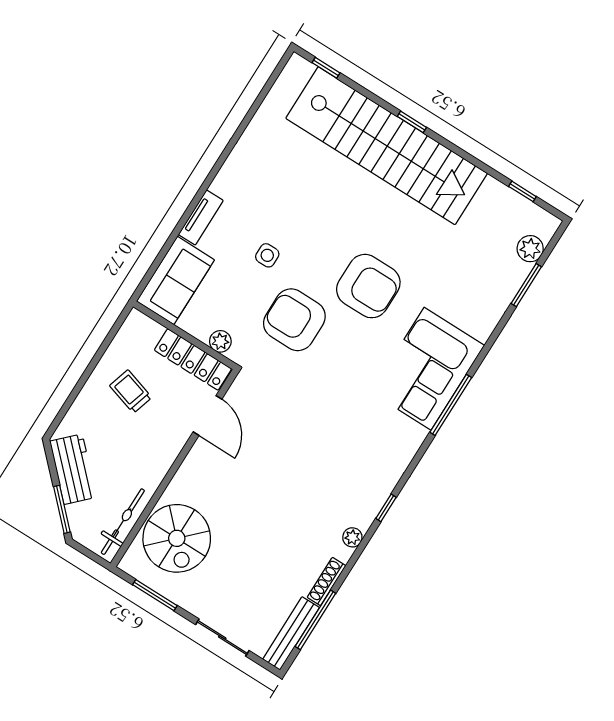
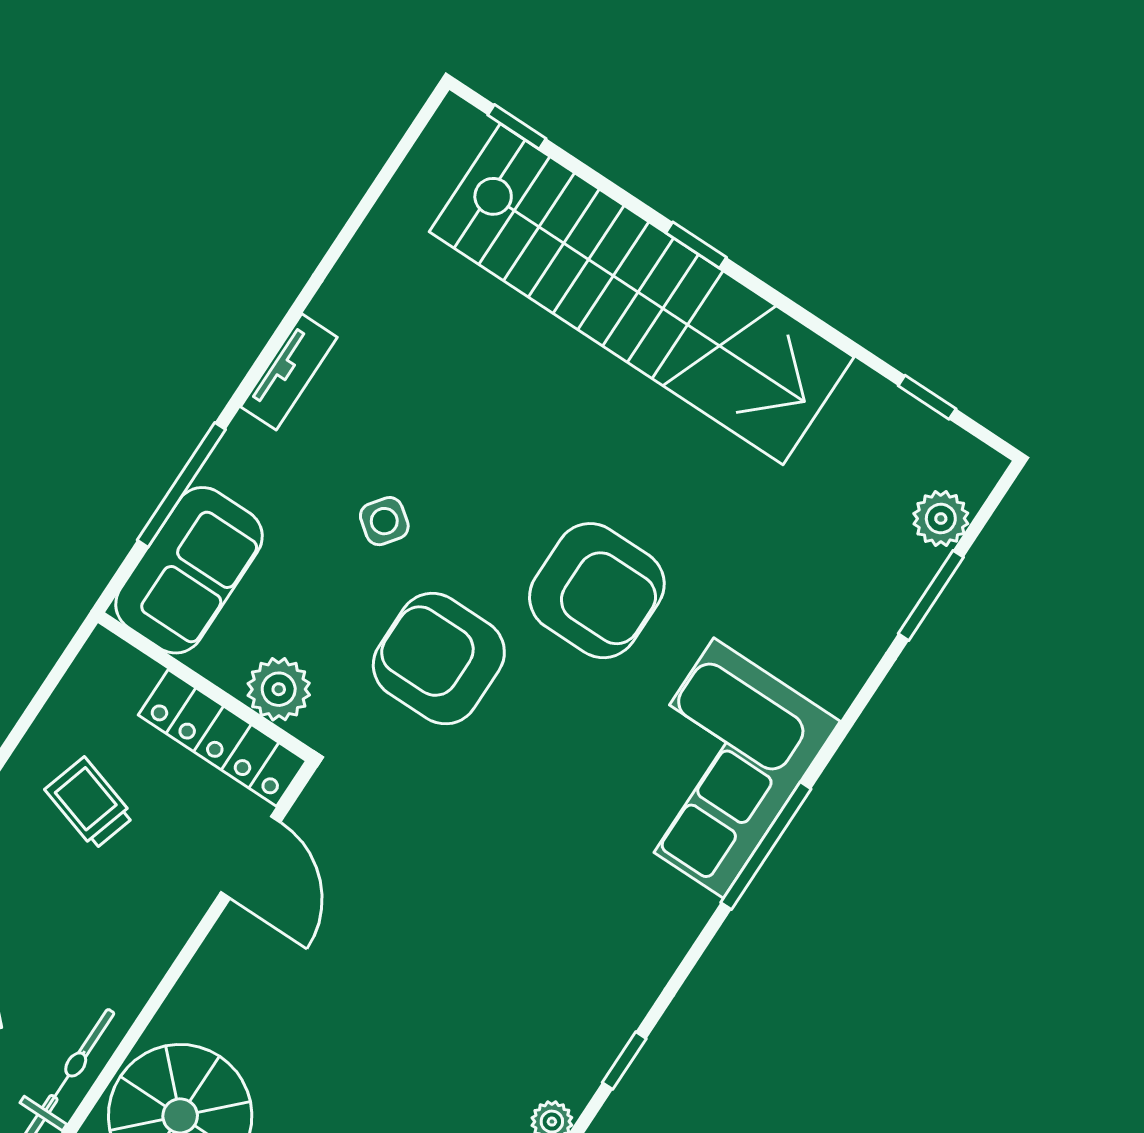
tv unit: (201, 217) -> (289, 372), moved
window: (171, 240) -> (181, 485), added
side table: (267, 255) -> (384, 521), turned 37
plant: (220, 341) -> (279, 689), width x1.38, depth x1.38

